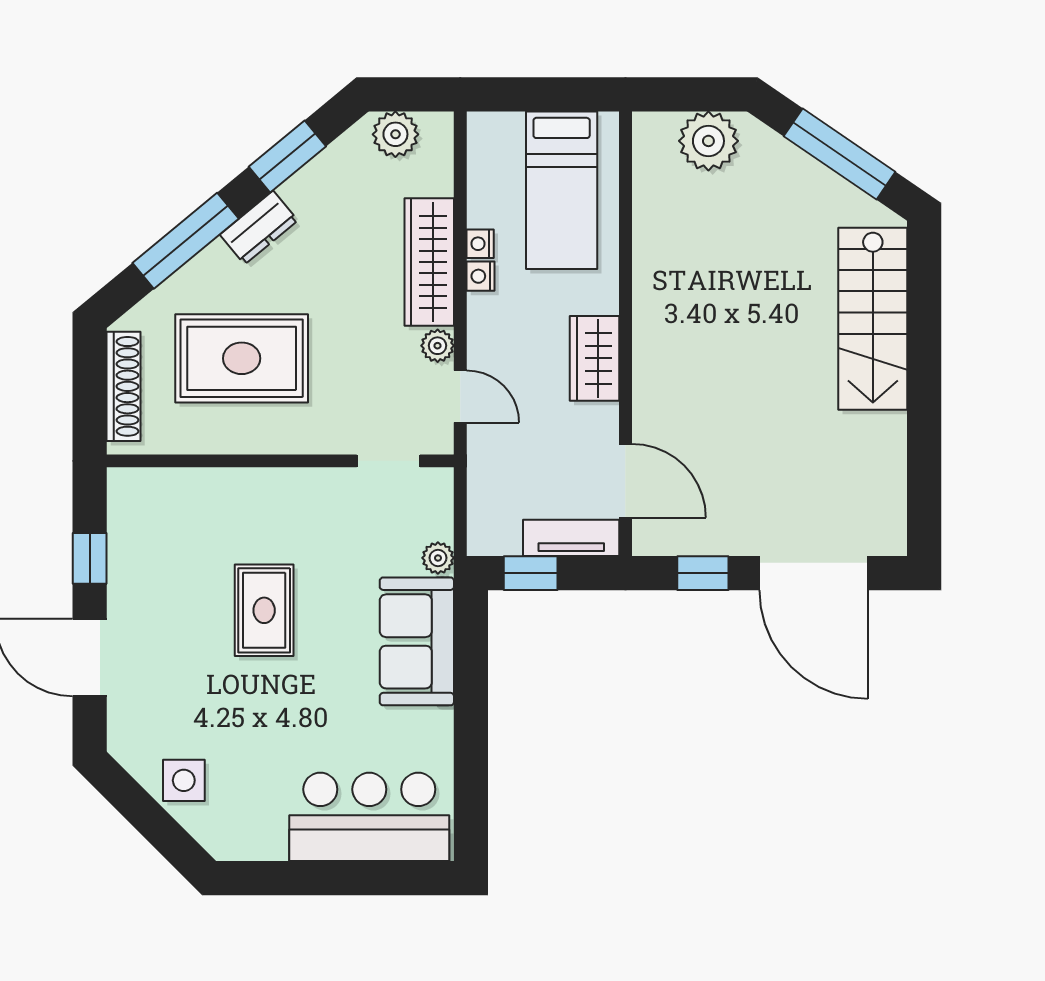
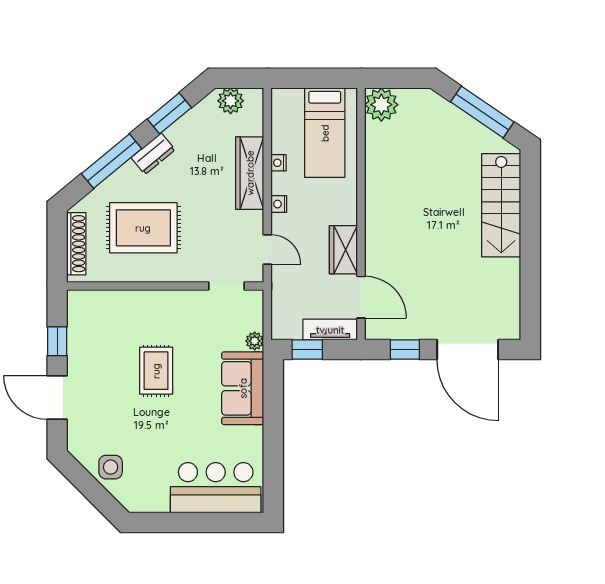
plant: (708, 141) -> (381, 105), moved
nightstand: (481, 276) -> (279, 204), moved
plant: (438, 346) -> (254, 221), removed
wardrobe: (595, 358) -> (343, 250), moved

